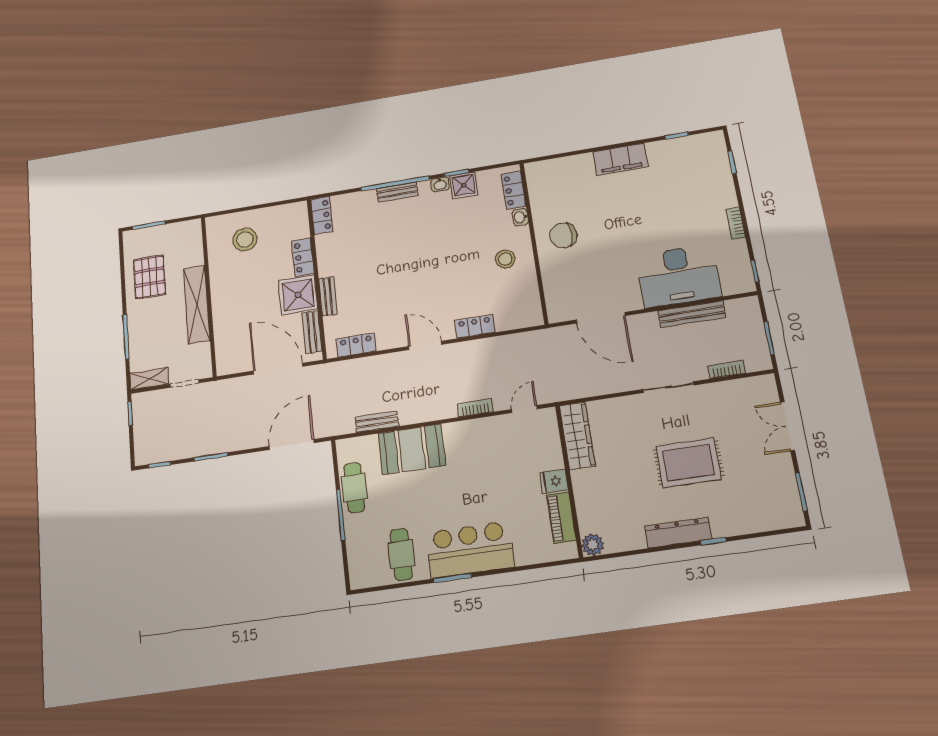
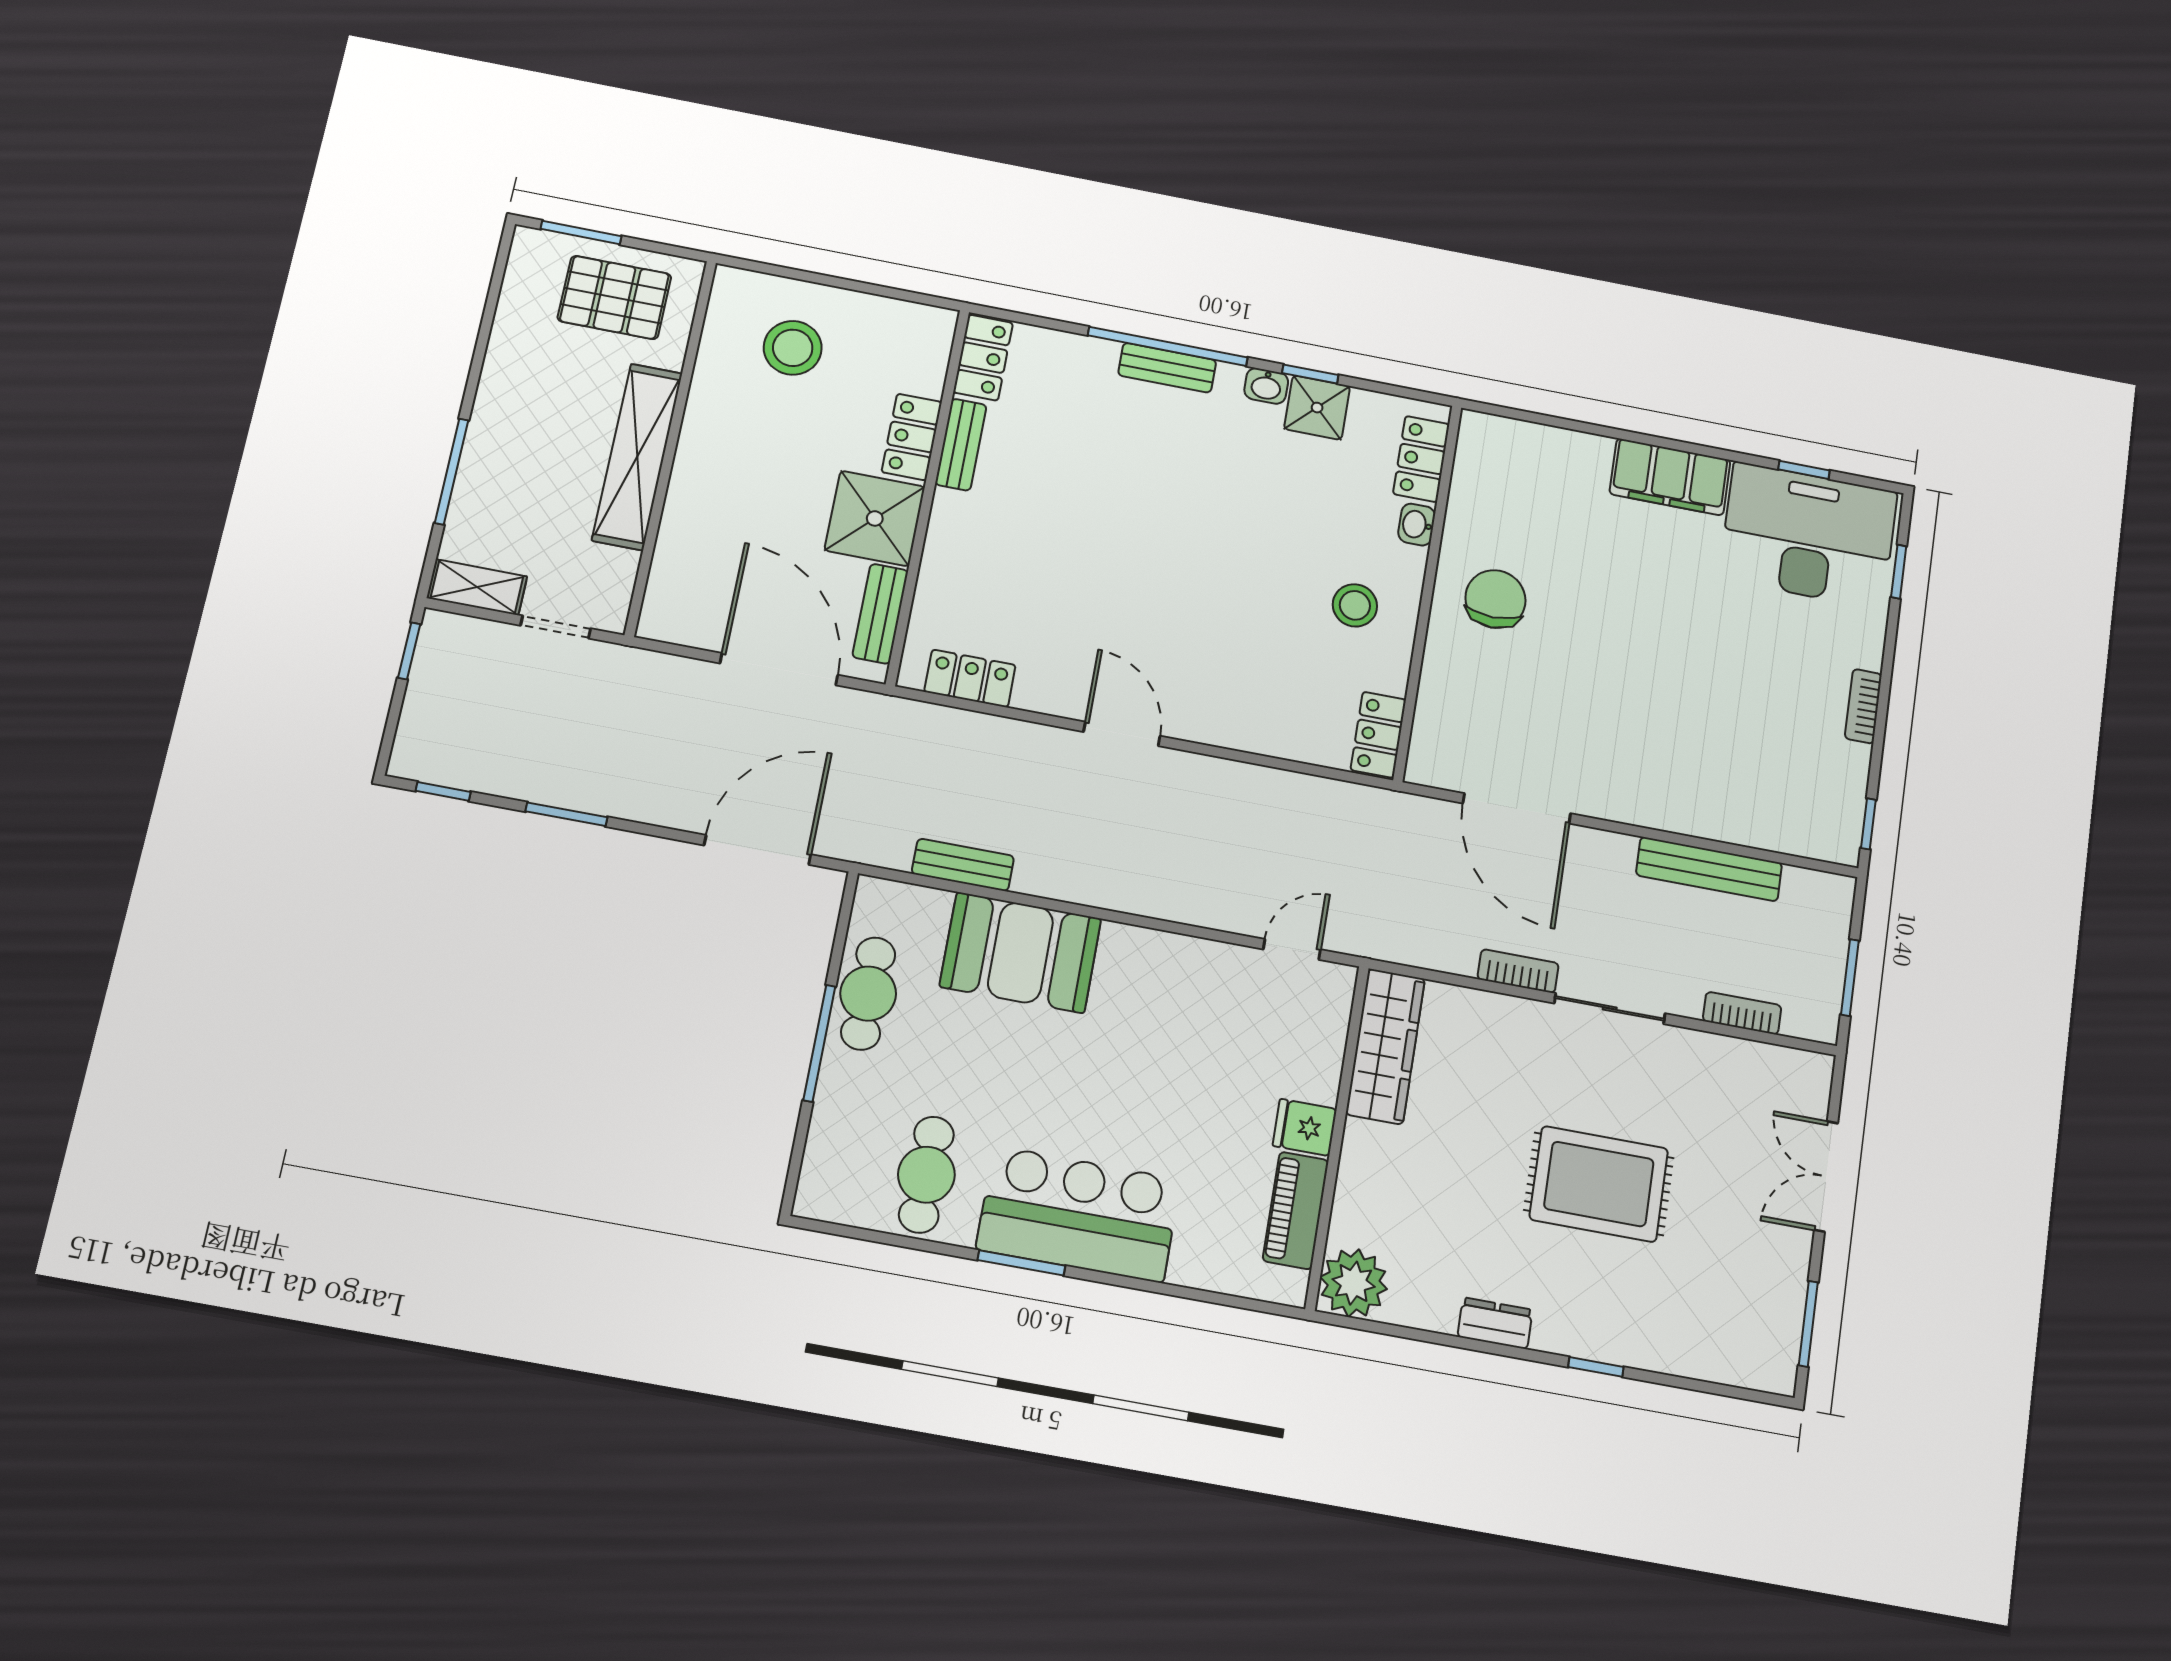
chair: (563, 235) -> (1495, 599), turned 90
desk: (678, 276) -> (1808, 535), moved, turned 180
pallet: (149, 277) -> (614, 297), moved, turned 90
bench: (328, 296) -> (961, 445), moved
locker: (475, 326) -> (1378, 735), moved, turned -90
bookcase: (475, 408) -> (1518, 971), moved
dresser: (678, 533) -> (1495, 1323), width x0.51, depth x0.80
plant: (593, 545) -> (1354, 1283), width x1.36, depth x1.36

